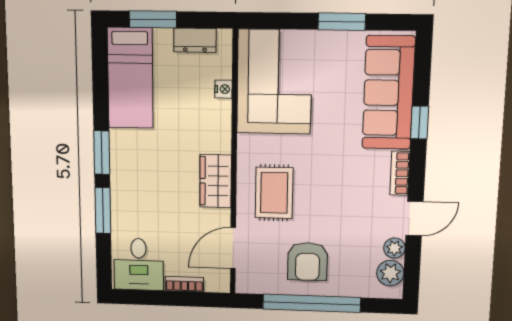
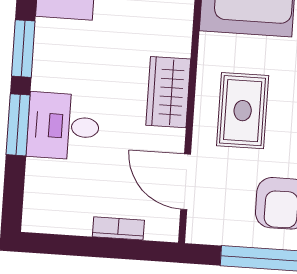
door: (233, 248) -> (186, 182), hinge flipped
desk: (139, 264) -> (63, 126), moved, turned 90

